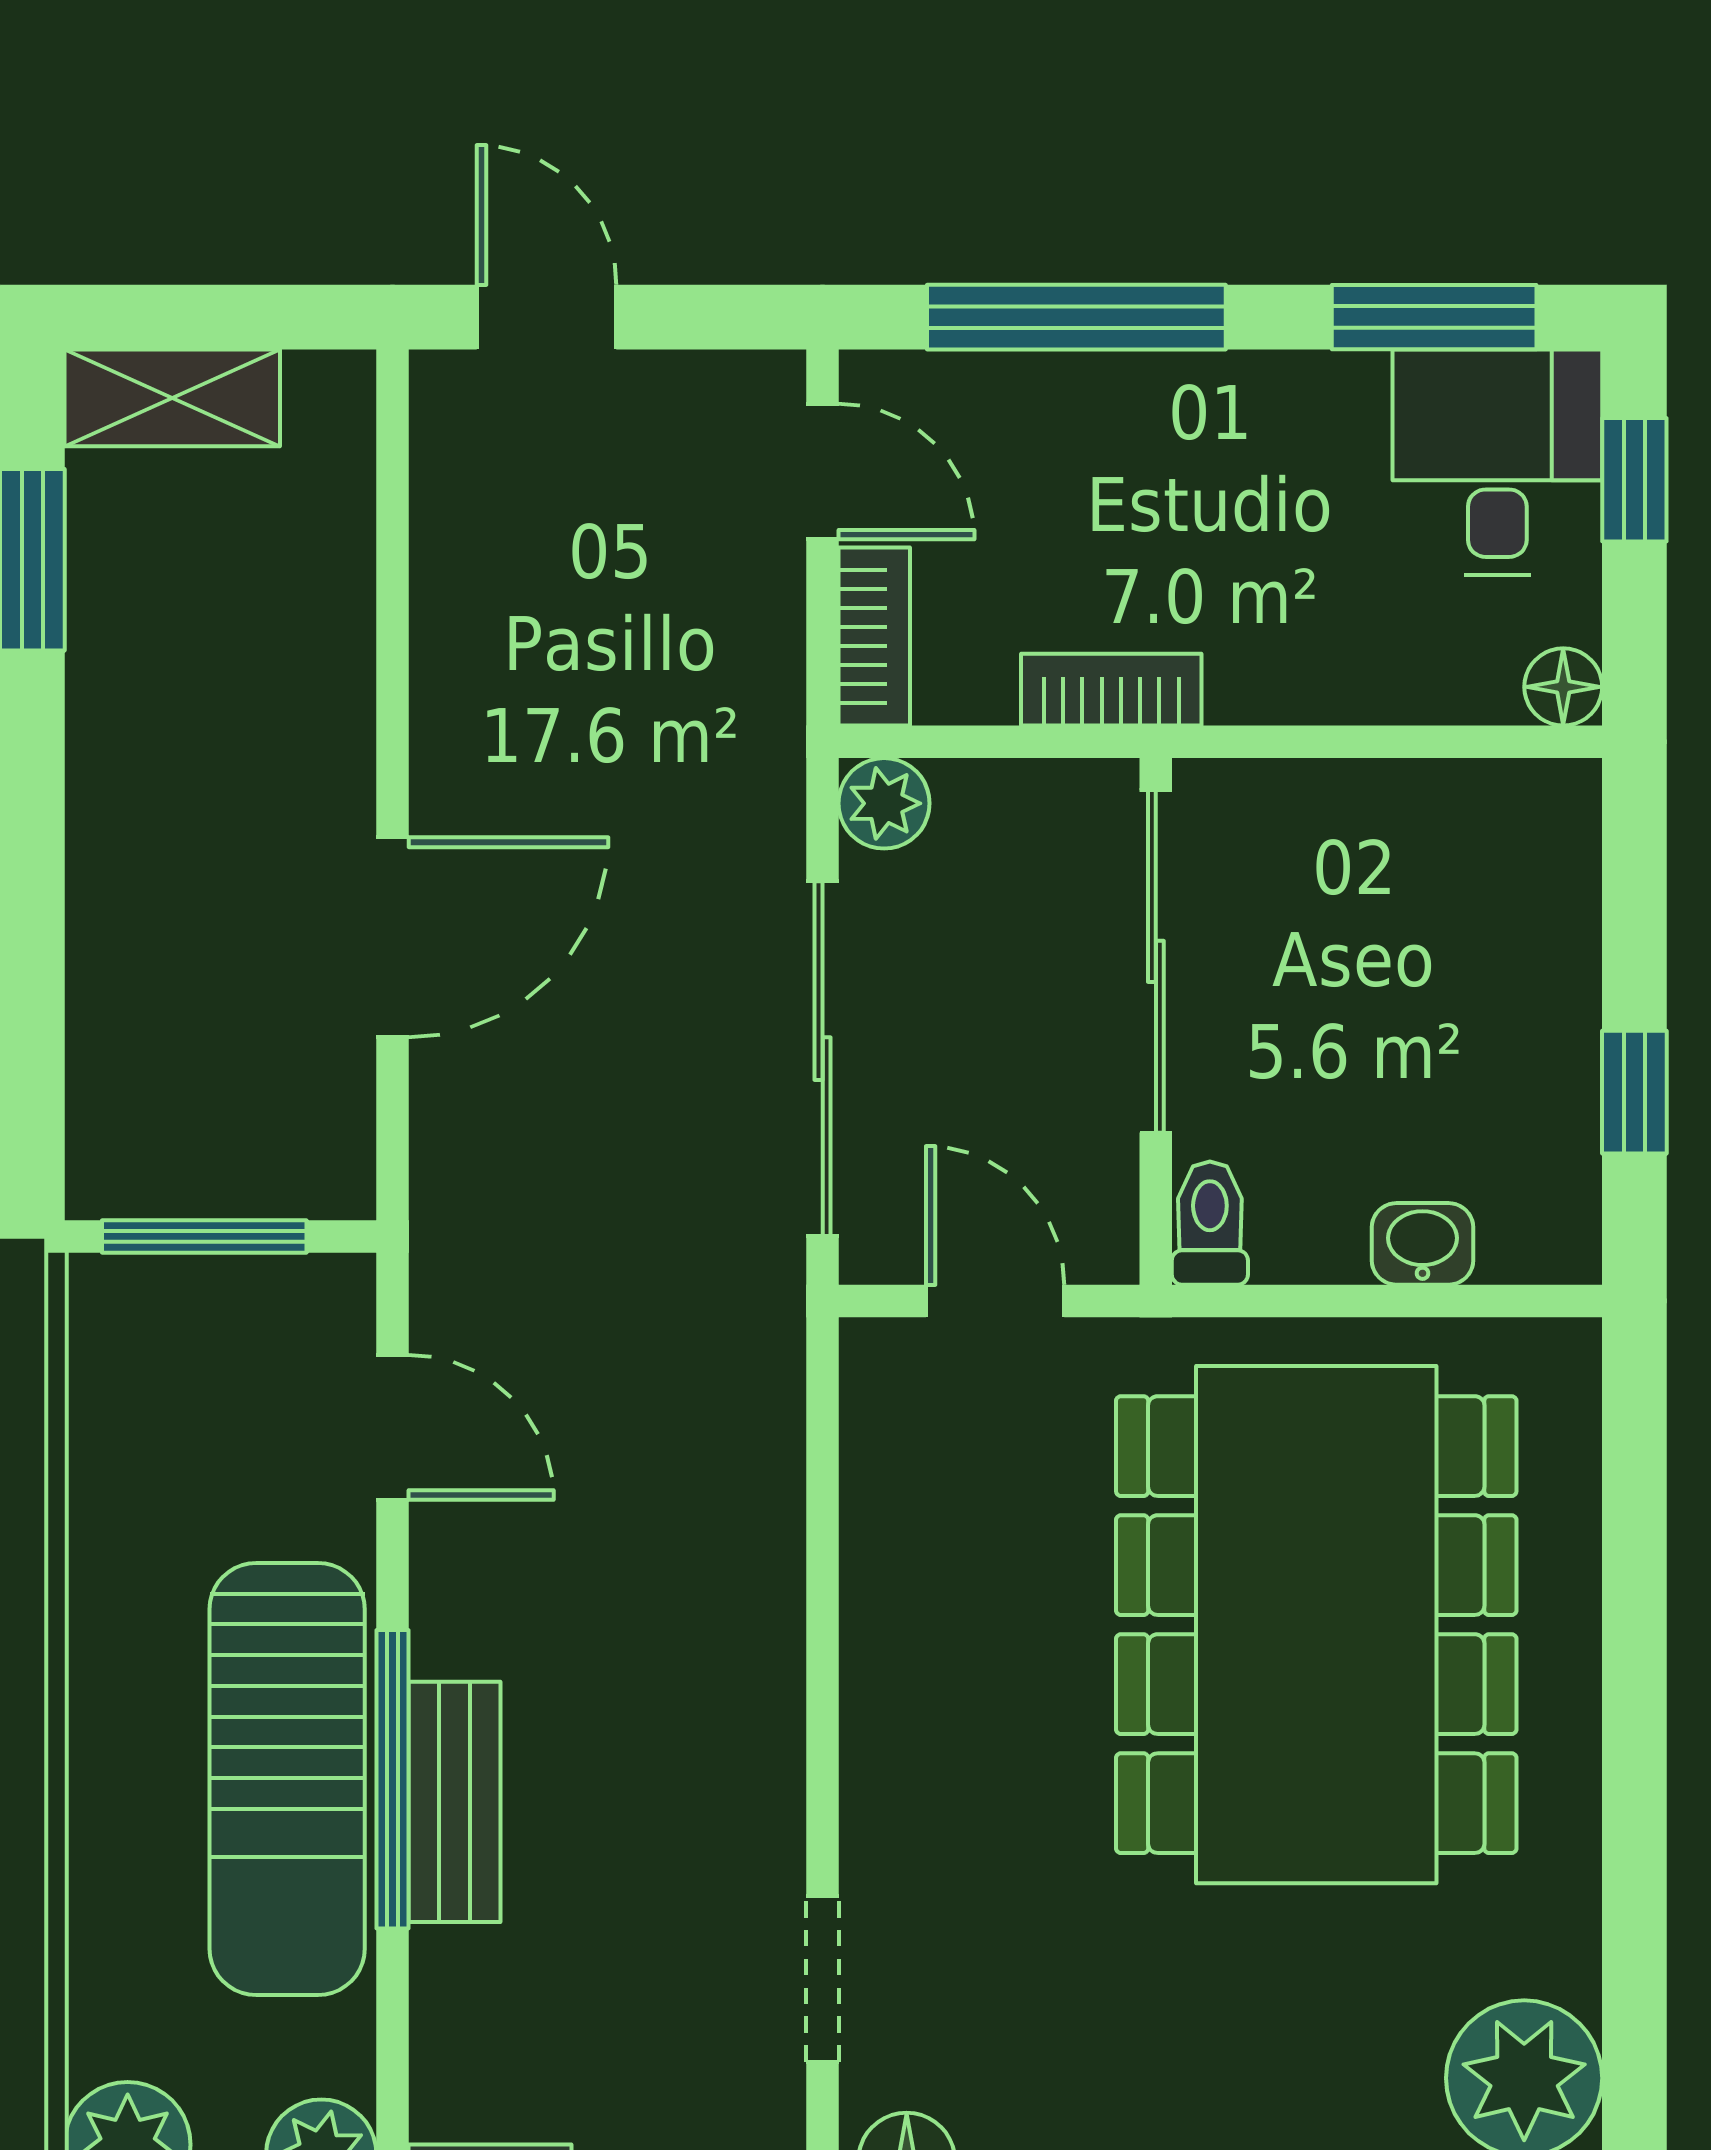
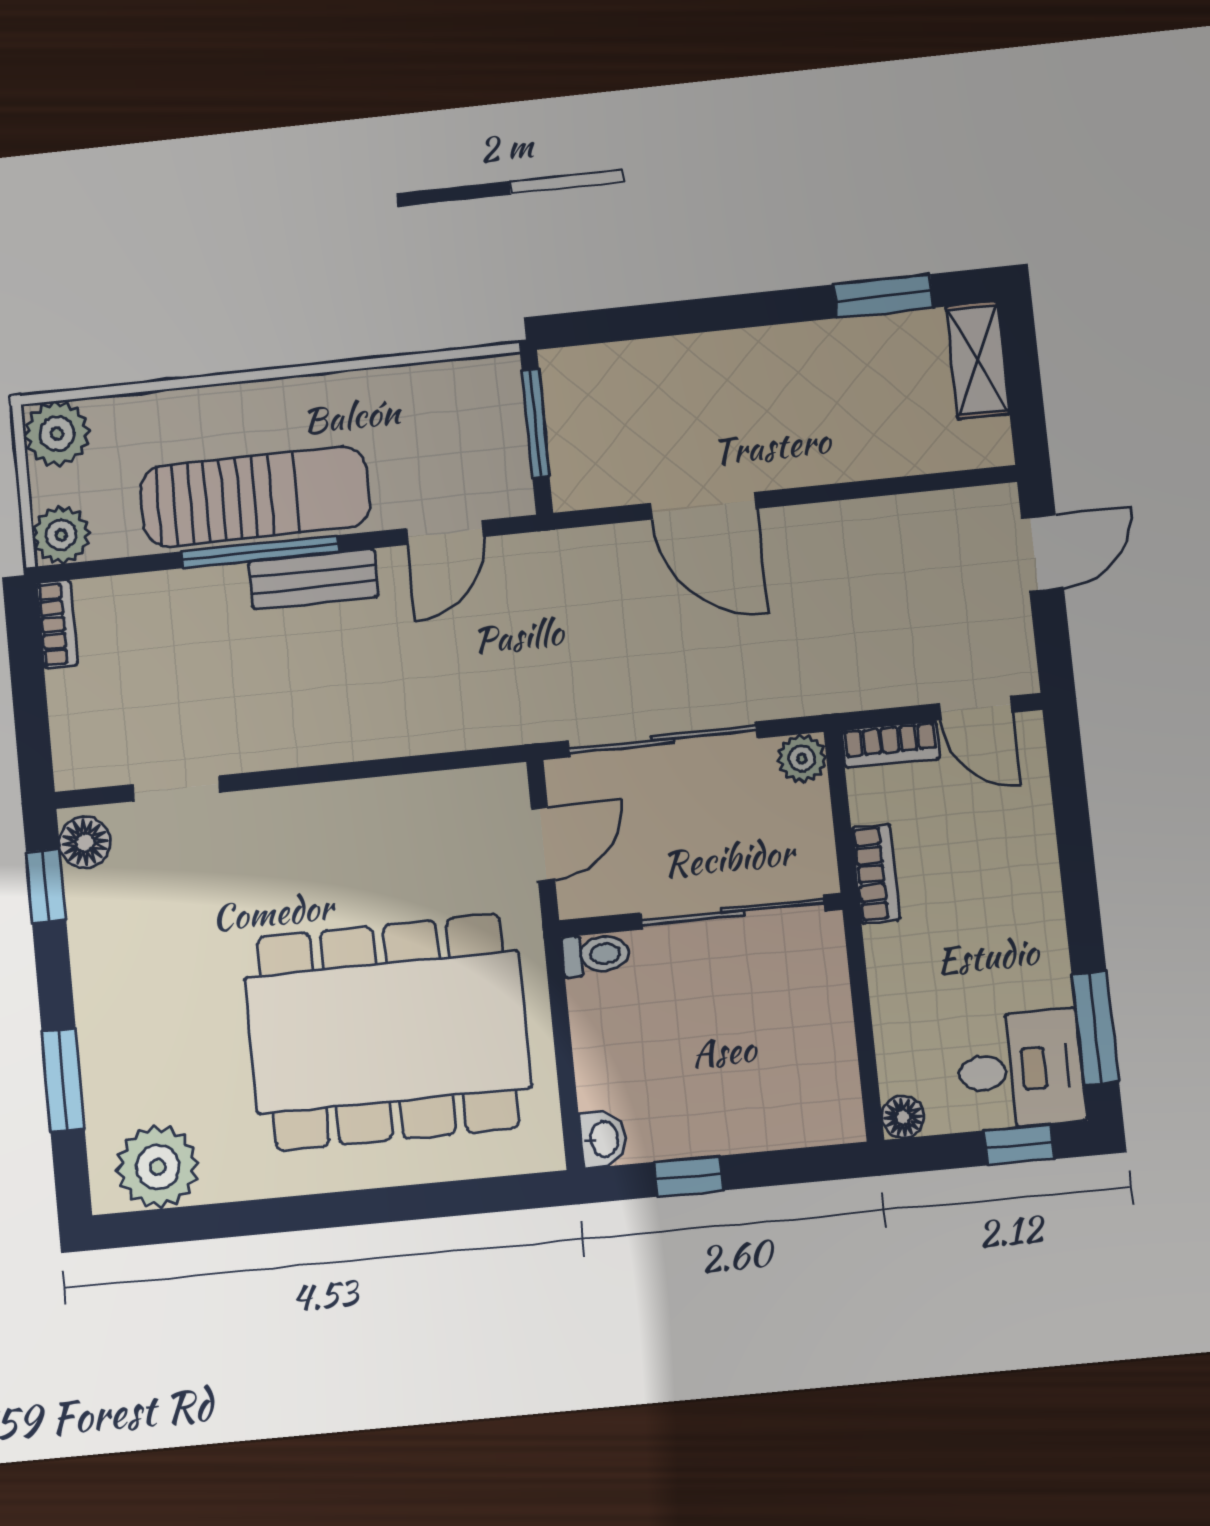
window: (1076, 317) -> (1074, 835), removed
door: (823, 472) -> (976, 708), hinge flipped
washbasin: (1423, 1244) -> (603, 1139), moved
sun lounger: (287, 1779) -> (255, 497), turned 180
bench: (455, 1802) -> (313, 579), moved

